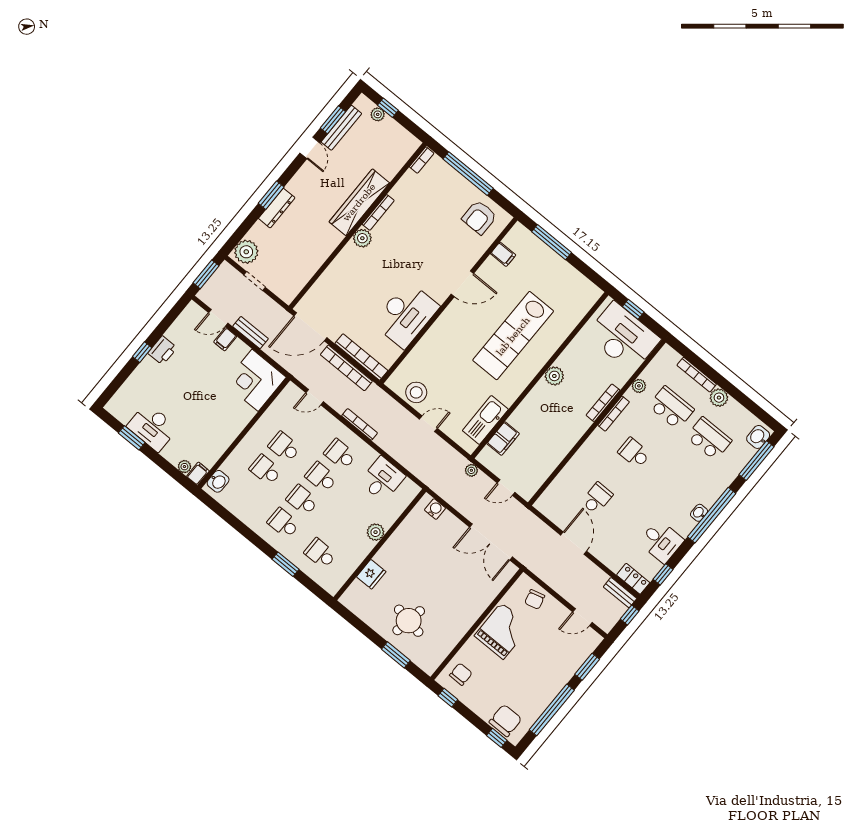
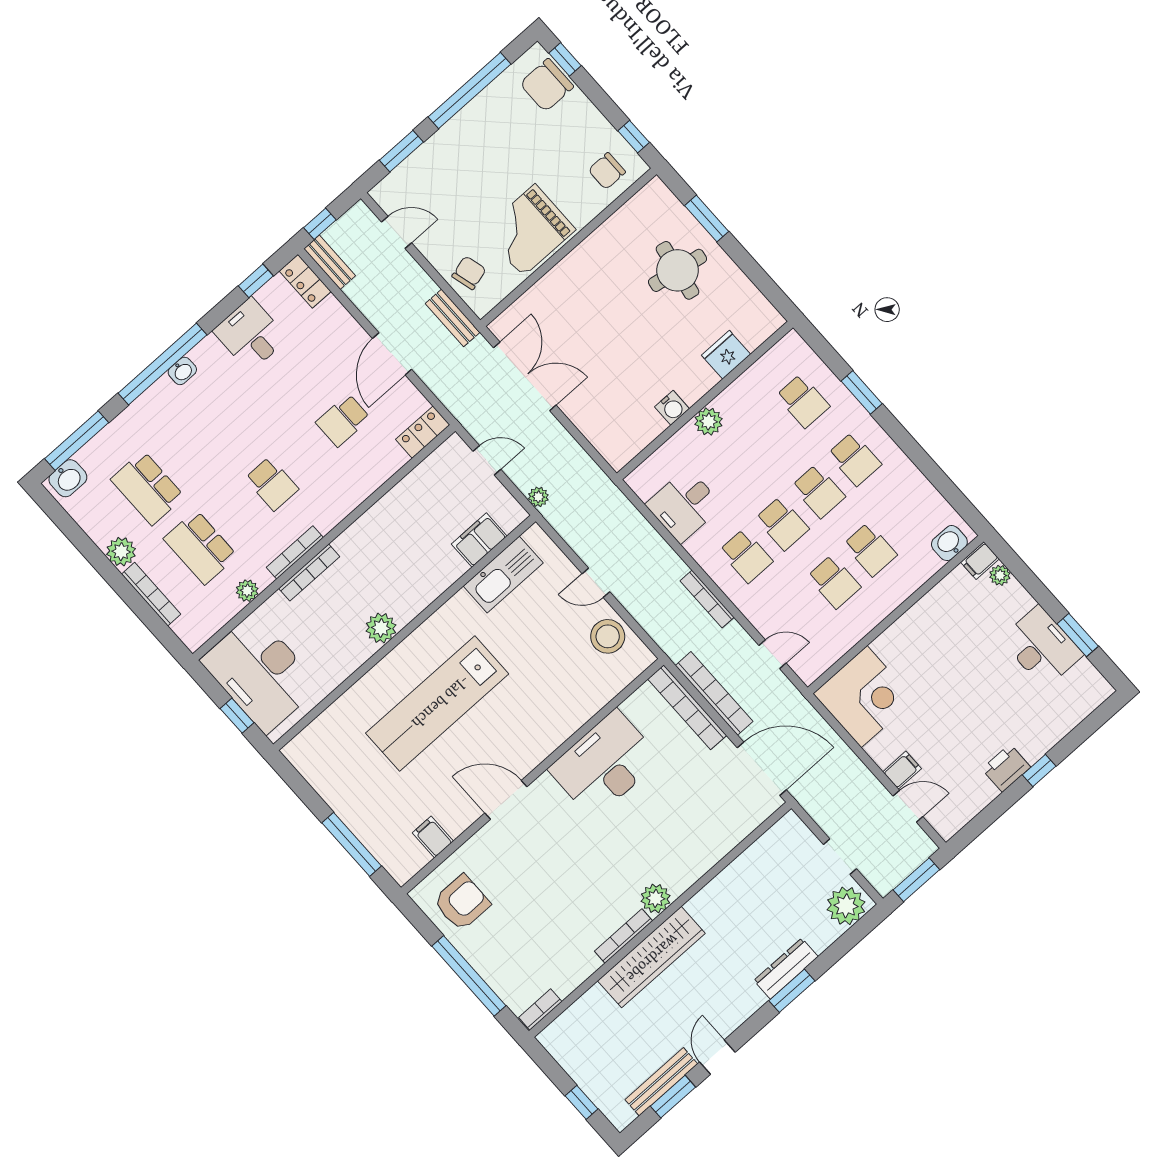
plant: (378, 114) -> (600, 1094), removed
bench: (251, 333) -> (453, 318), moved
lab bench: (513, 336) -> (437, 703), turned 180
locker: (548, 499) -> (423, 432), added
water cooler: (435, 509) -> (672, 408), moved, turned -90

